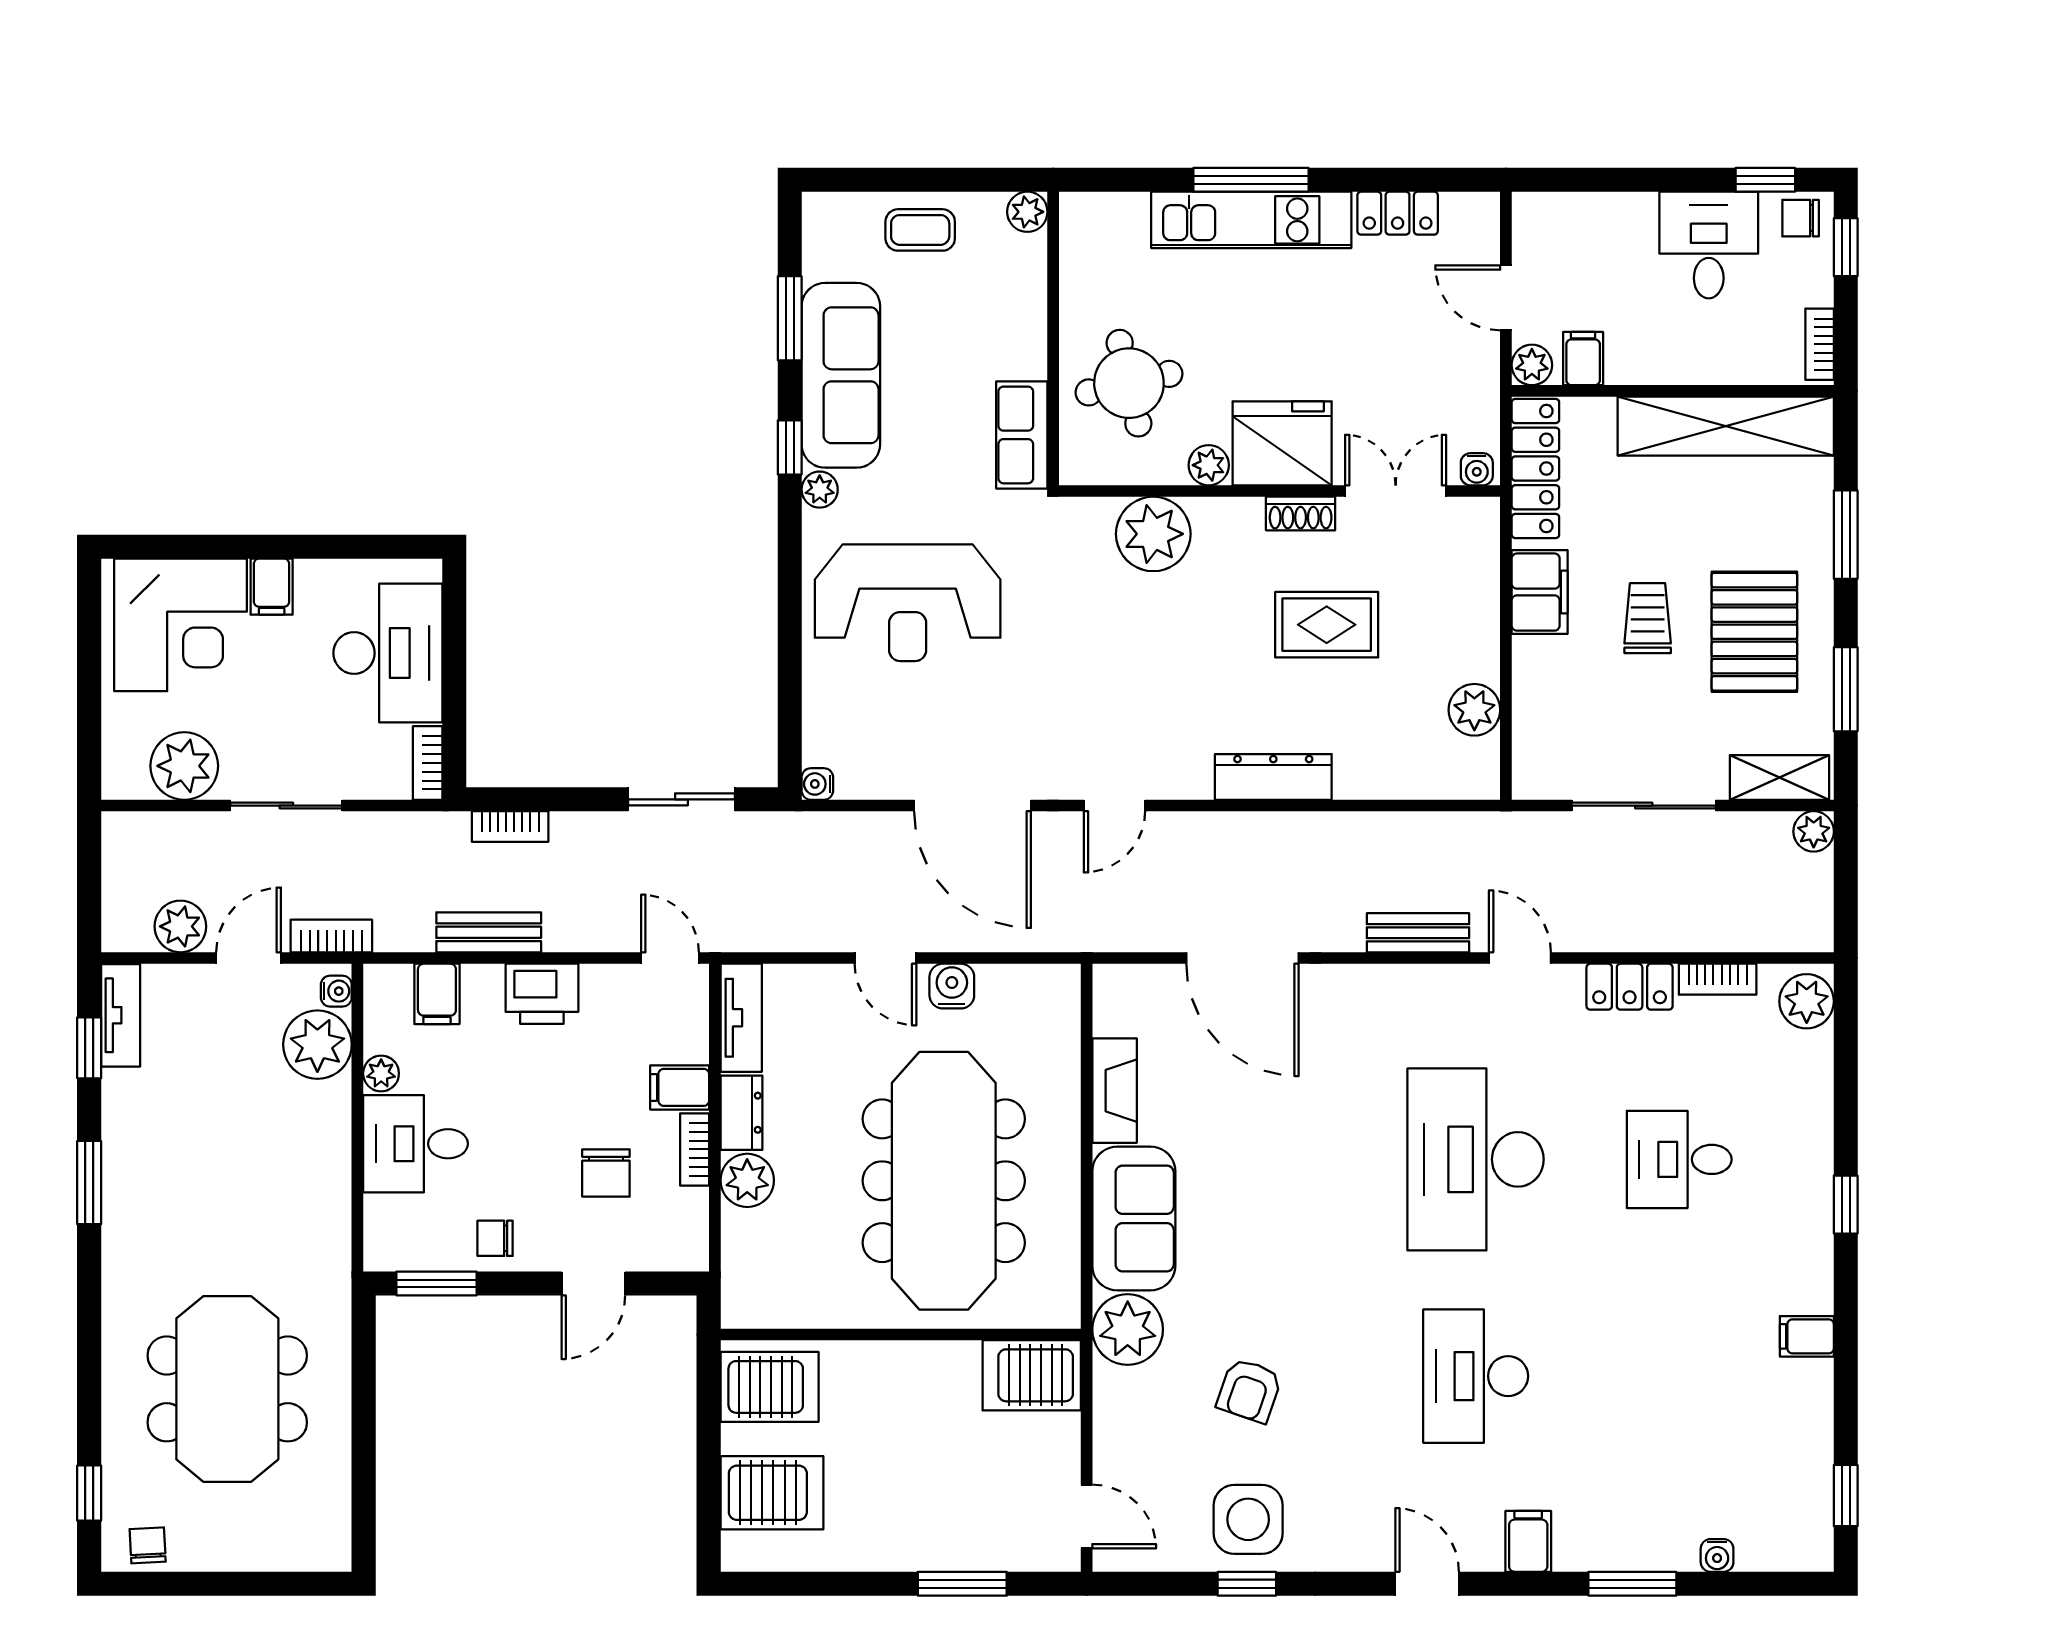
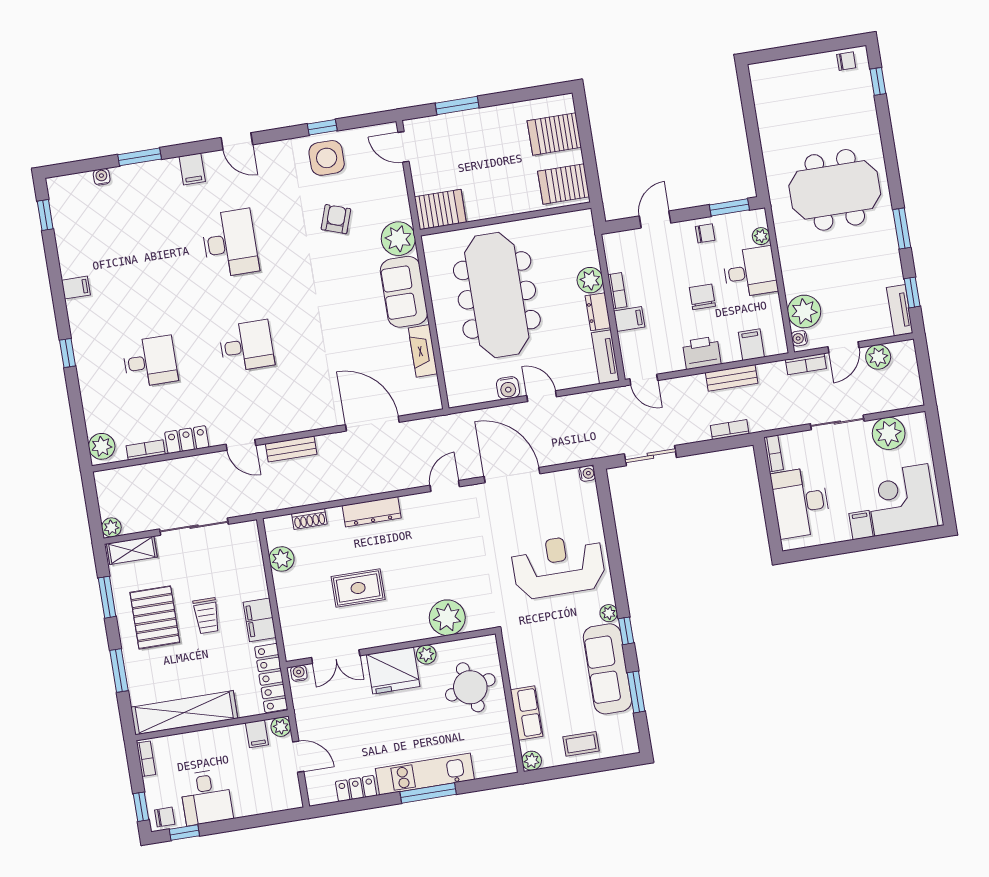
row of seats: (1022, 435) -> (527, 713), moved
shoe rack: (1301, 514) -> (309, 519), moved, turned 180
plant: (381, 1073) -> (761, 236), moved
desk: (1476, 1159) -> (246, 346), width x0.53, depth x0.77
chair: (606, 1173) -> (702, 297), moved
meeting table: (227, 1389) -> (835, 190), moved, turned 90
chair: (148, 1545) -> (846, 61), turned -87

